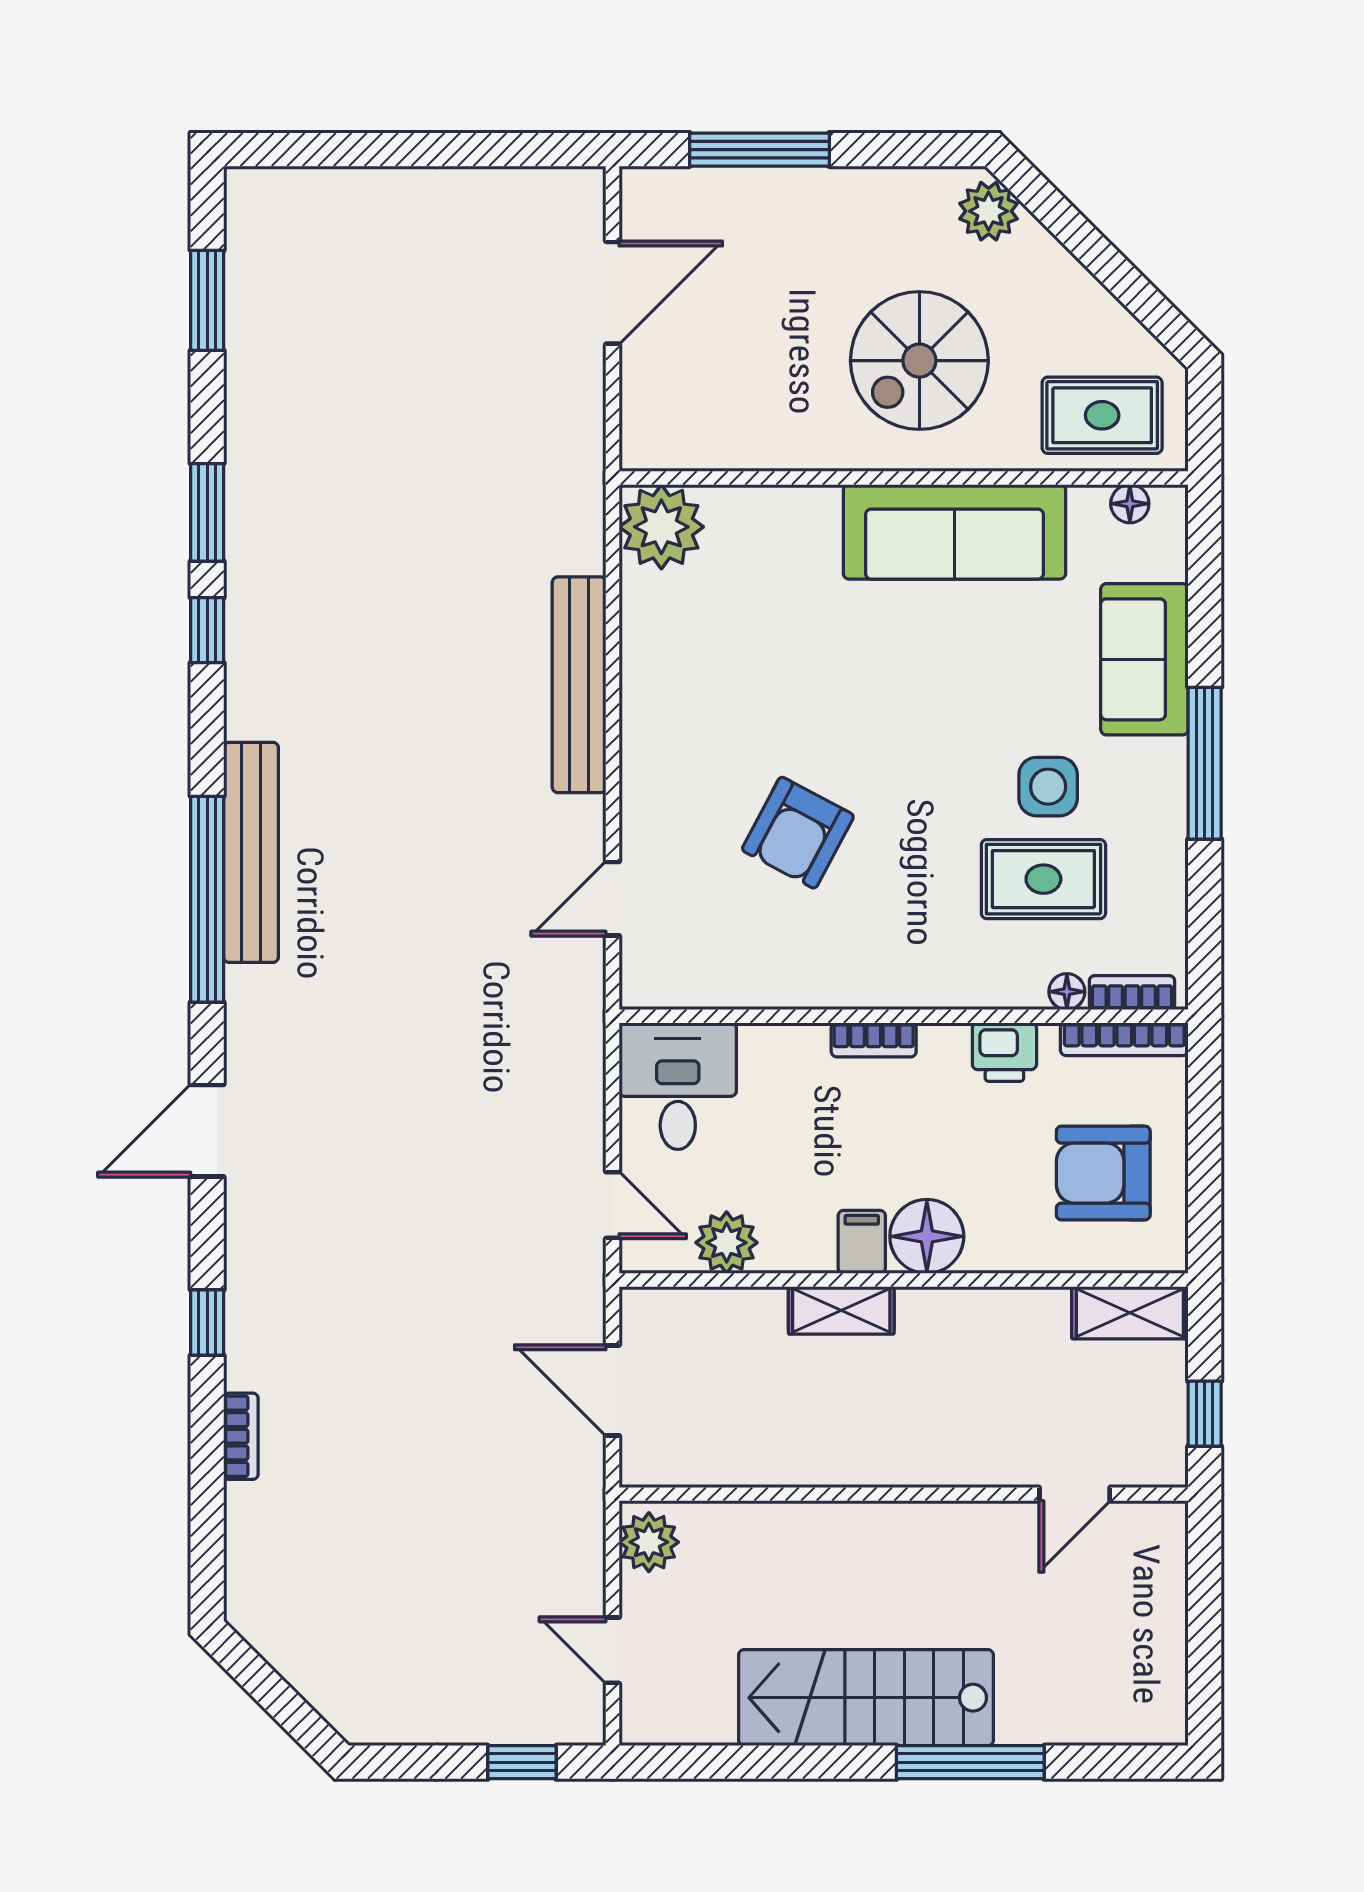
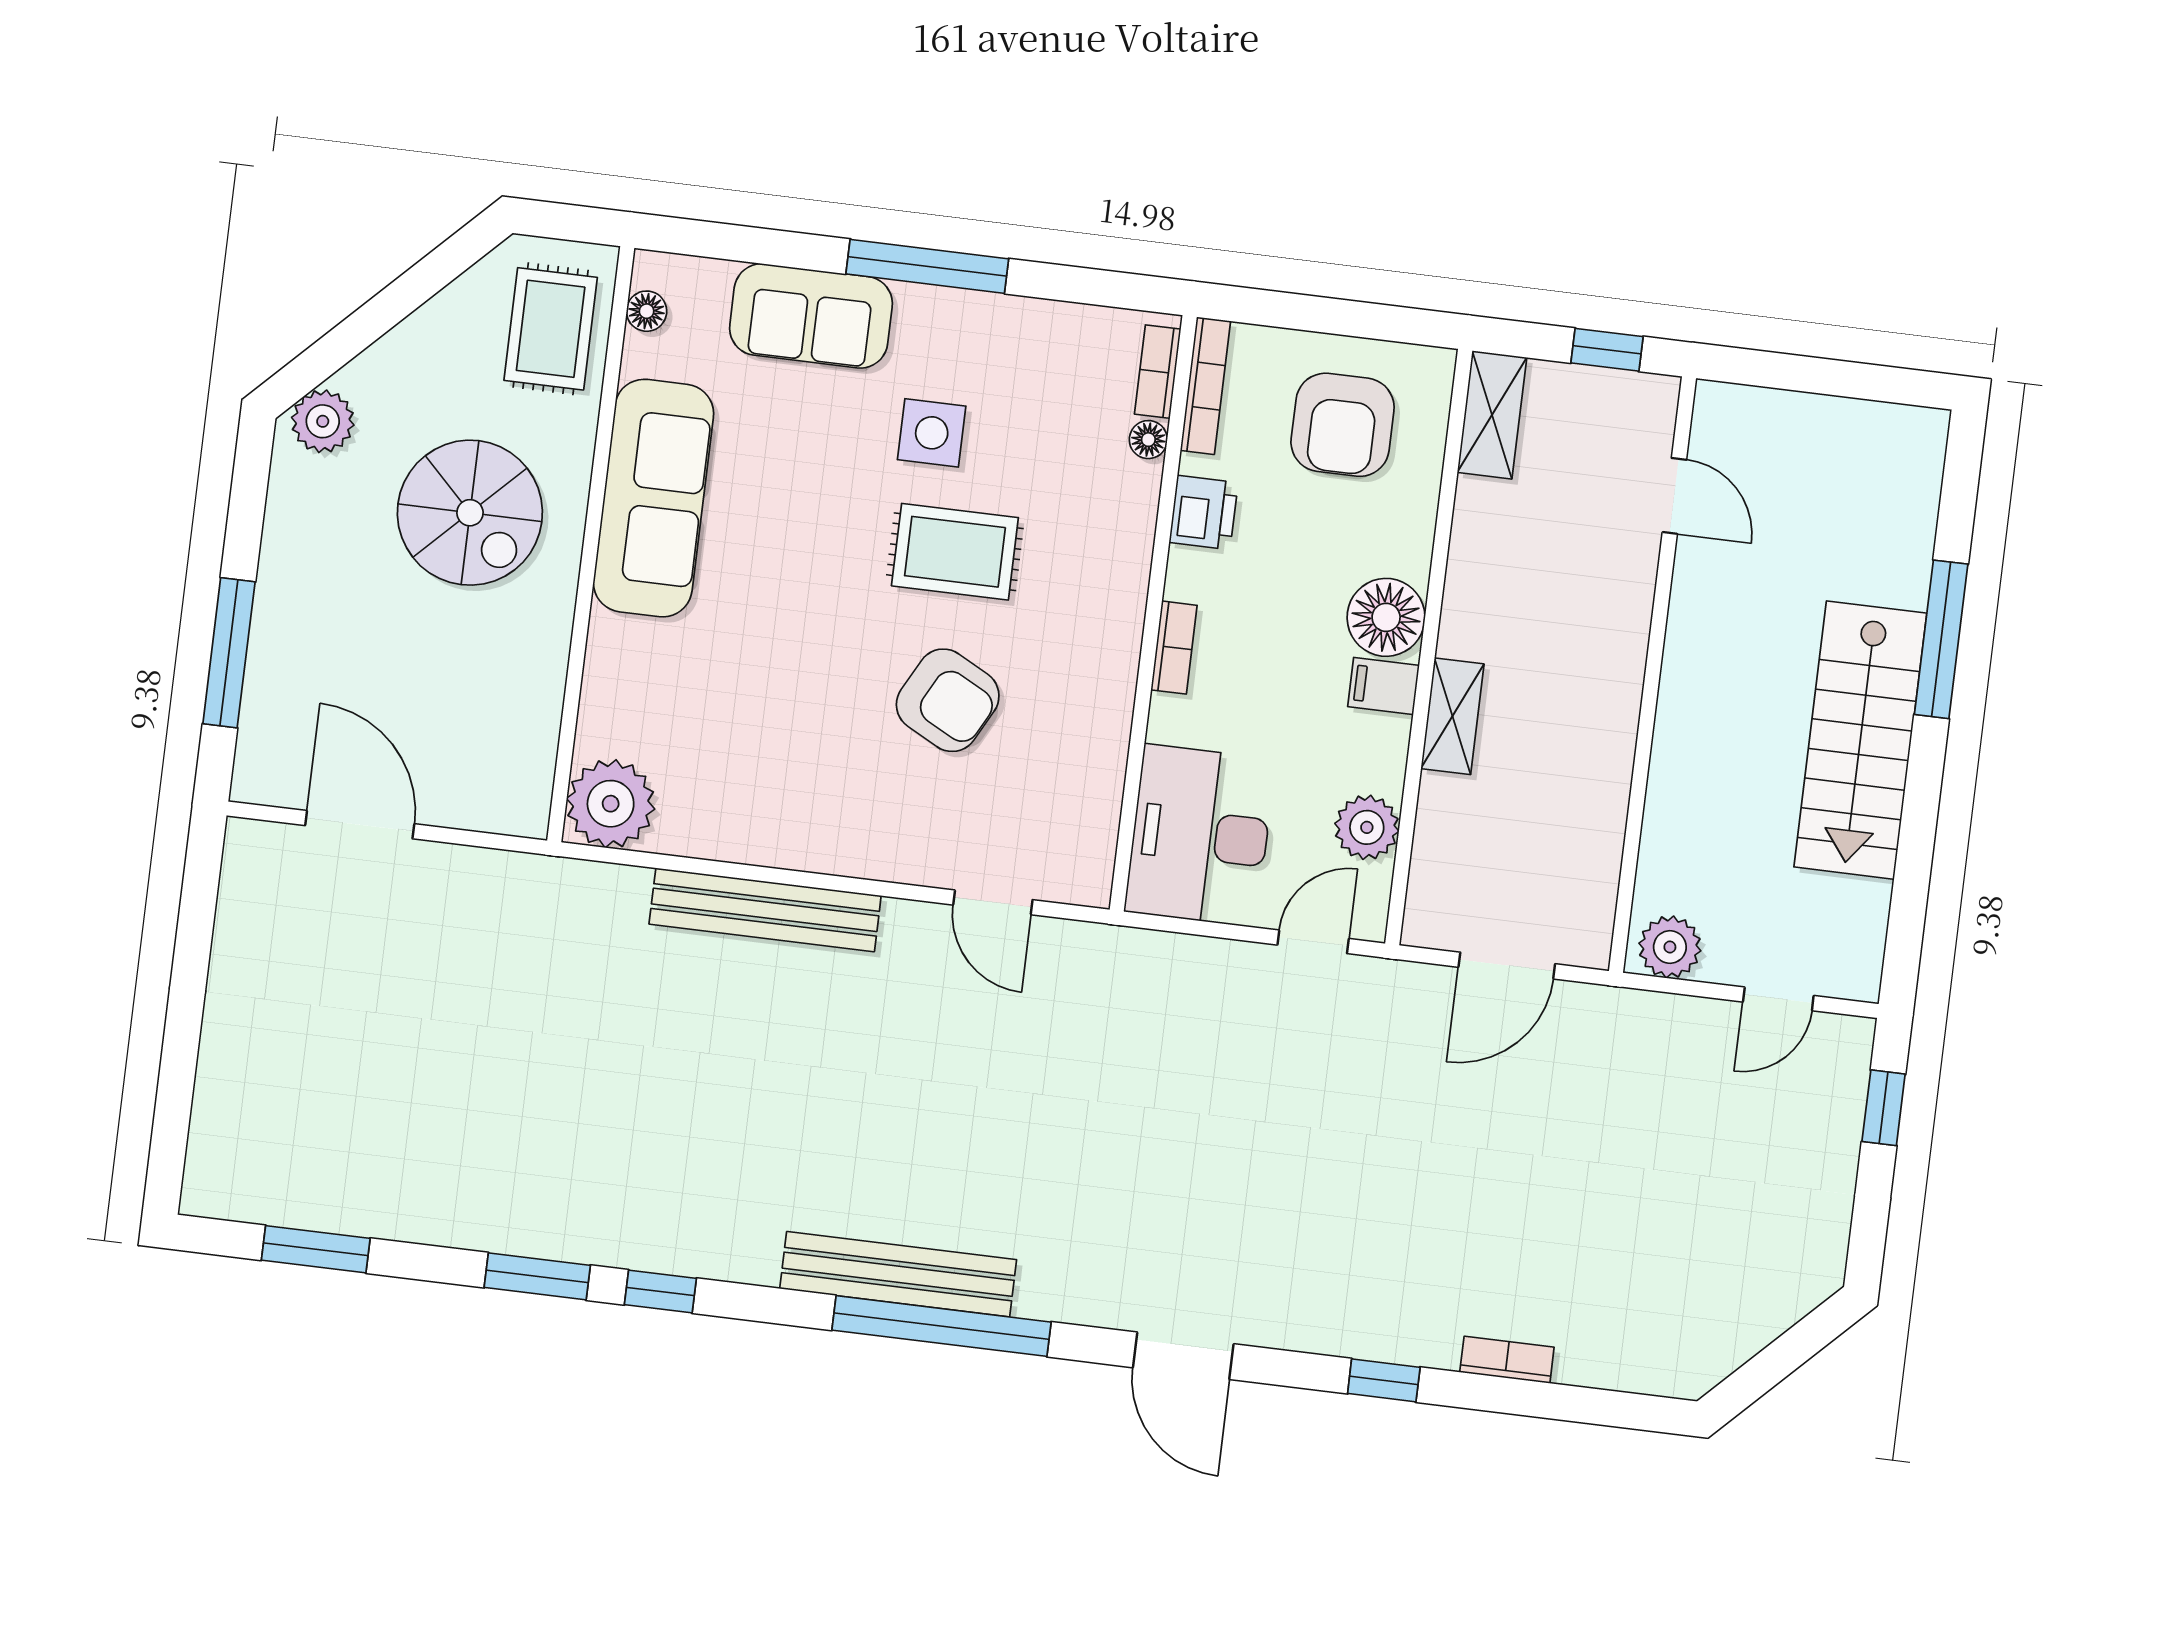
rug: (1043, 879) -> (955, 552), moved, turned 90
desk: (678, 1086) -> (1200, 835), width x1.37

